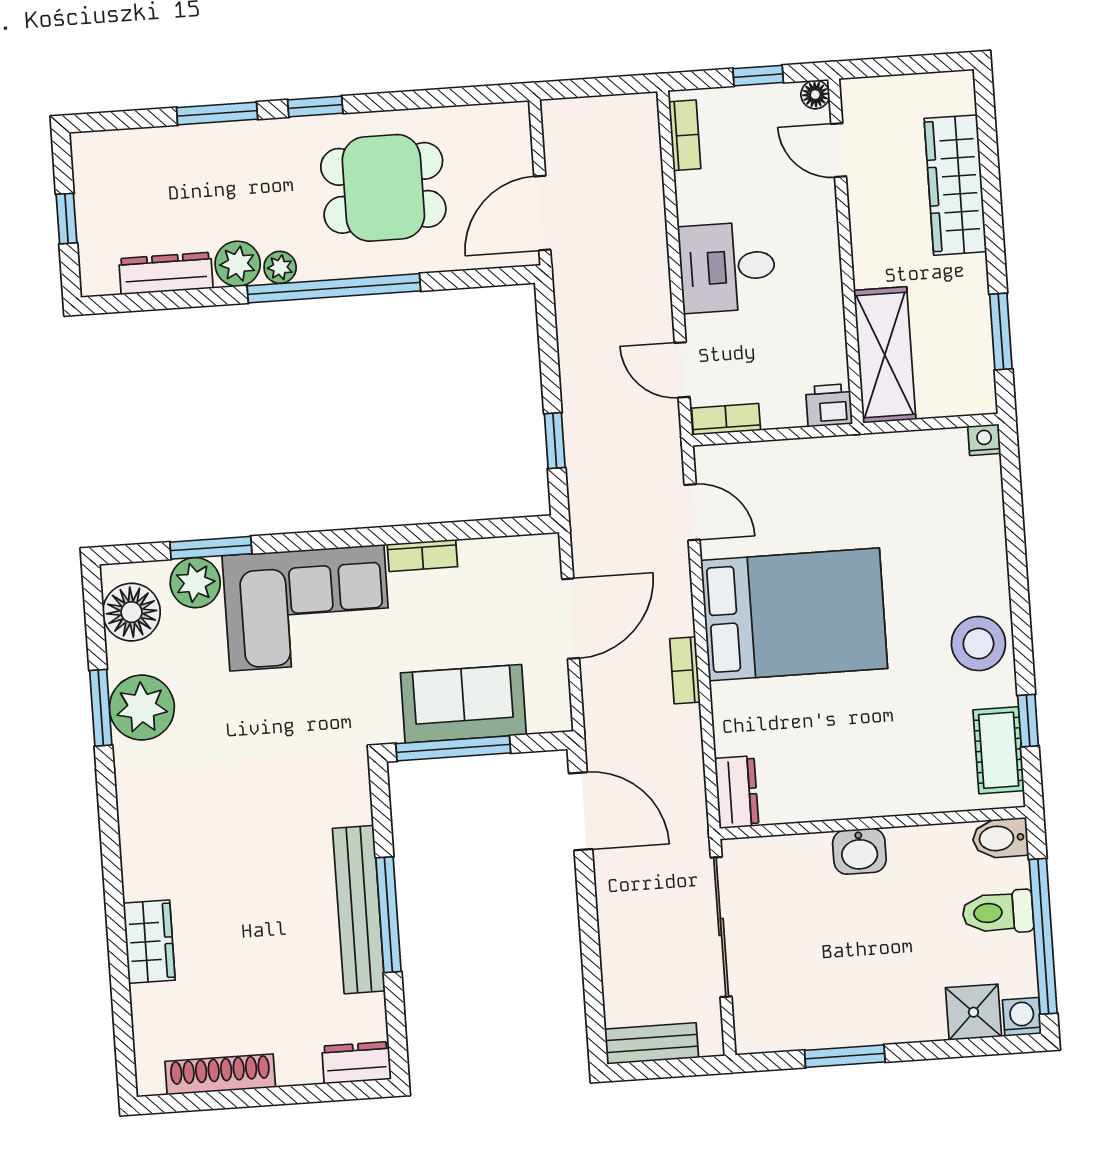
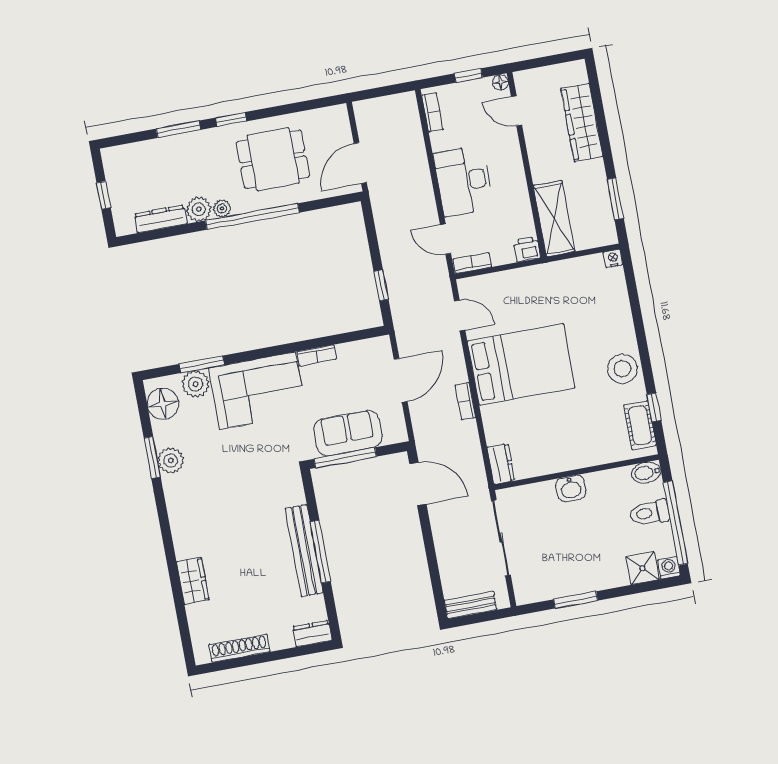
desk: (727, 267) -> (464, 181), width x1.37
plant: (142, 708) -> (171, 460), width x0.73, depth x0.73

